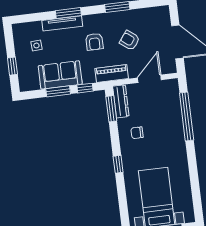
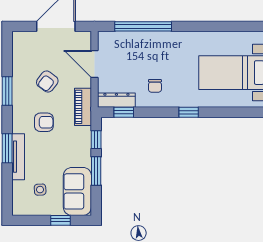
sofa: (60, 75) -> (77, 191), moved
window: (111, 109) -> (124, 112), width x0.67

